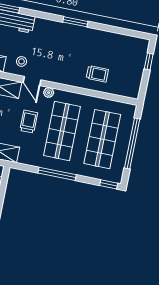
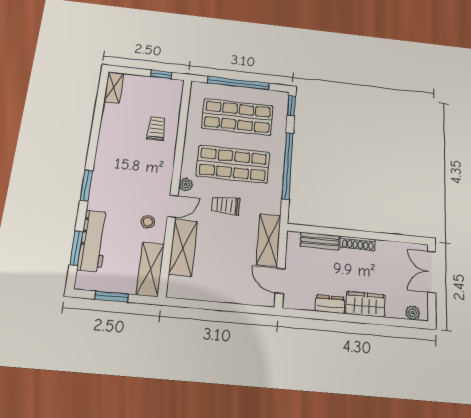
window: (75, 22) -> (86, 185), moved
shelving: (136, 43) -> (114, 87), added
window: (149, 61) -> (161, 74), moved
window: (57, 174) -> (288, 166), width x1.46

